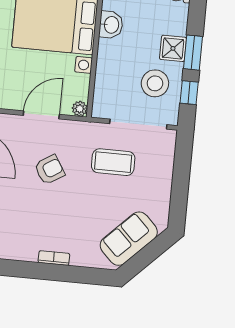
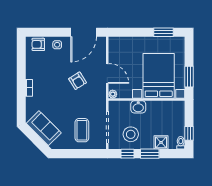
washbasin: (111, 25) -> (138, 107), moved
shower: (173, 48) -> (161, 142), moved
coffee table: (113, 162) -> (82, 130), moved

